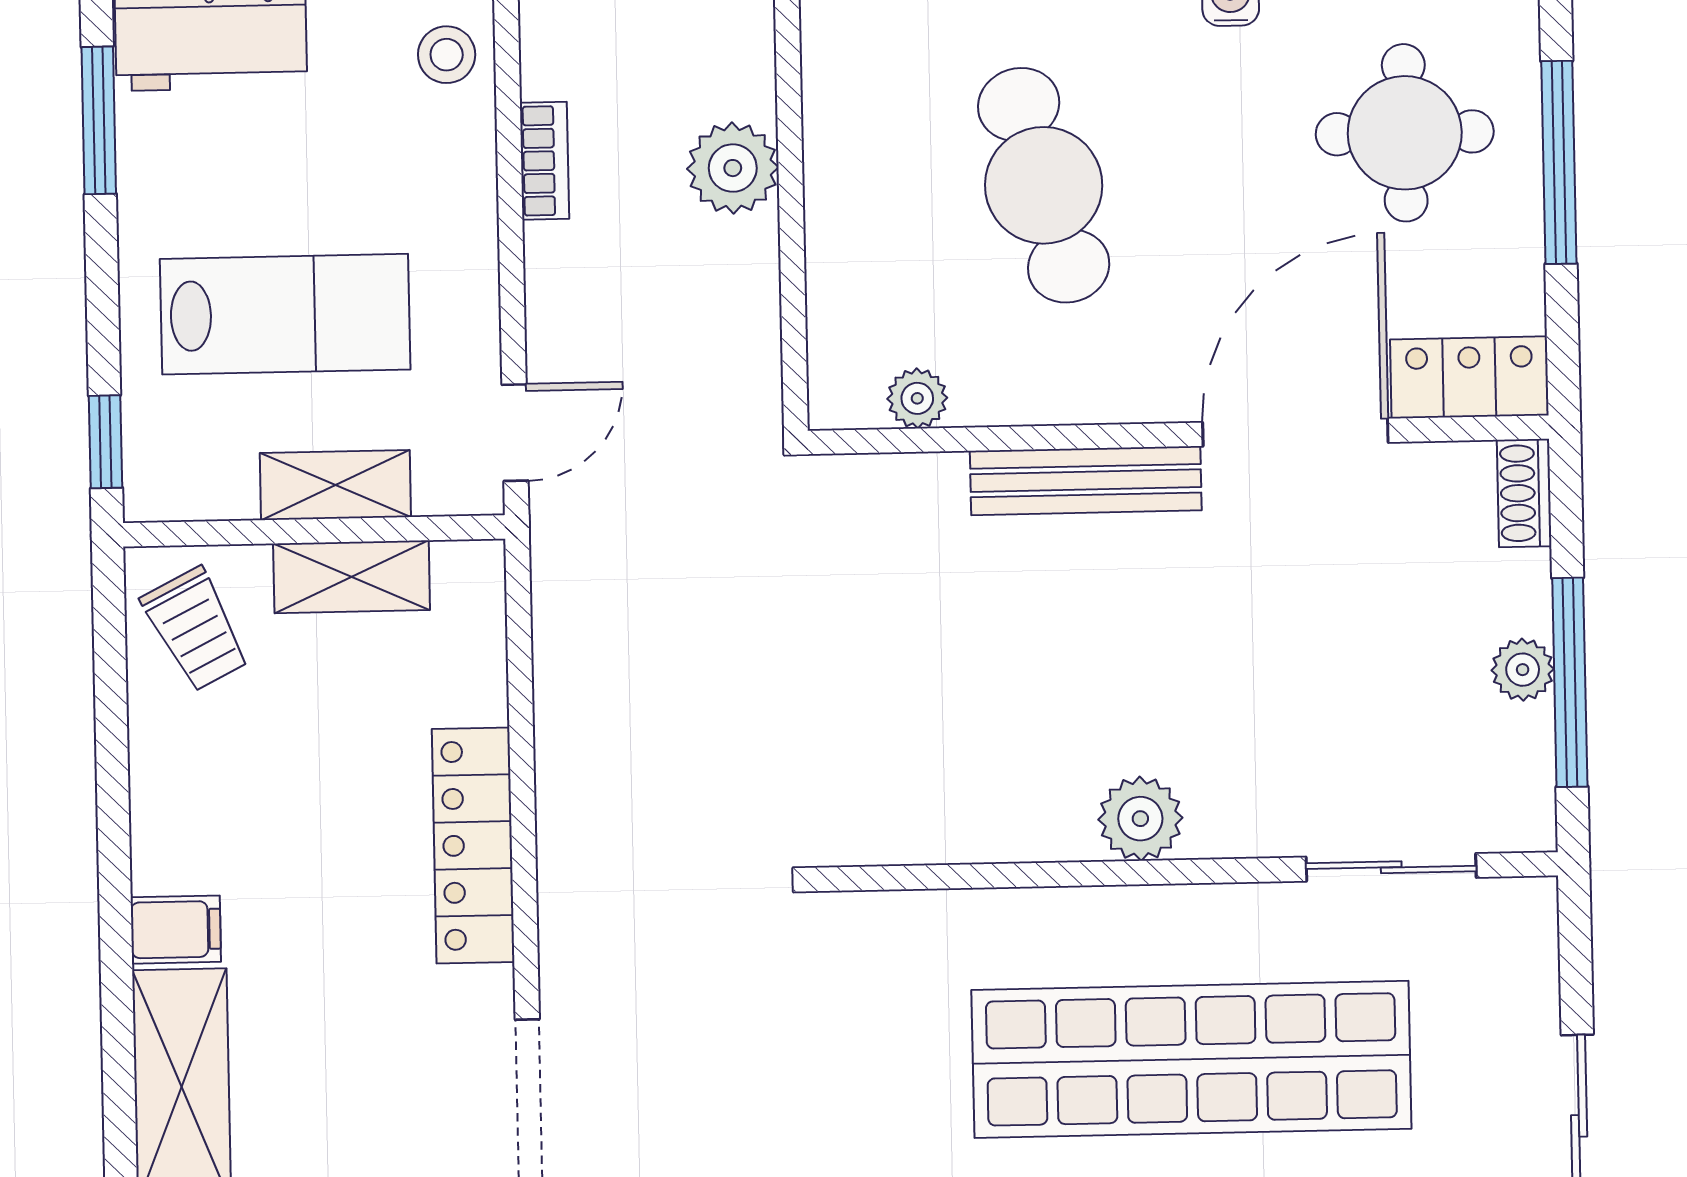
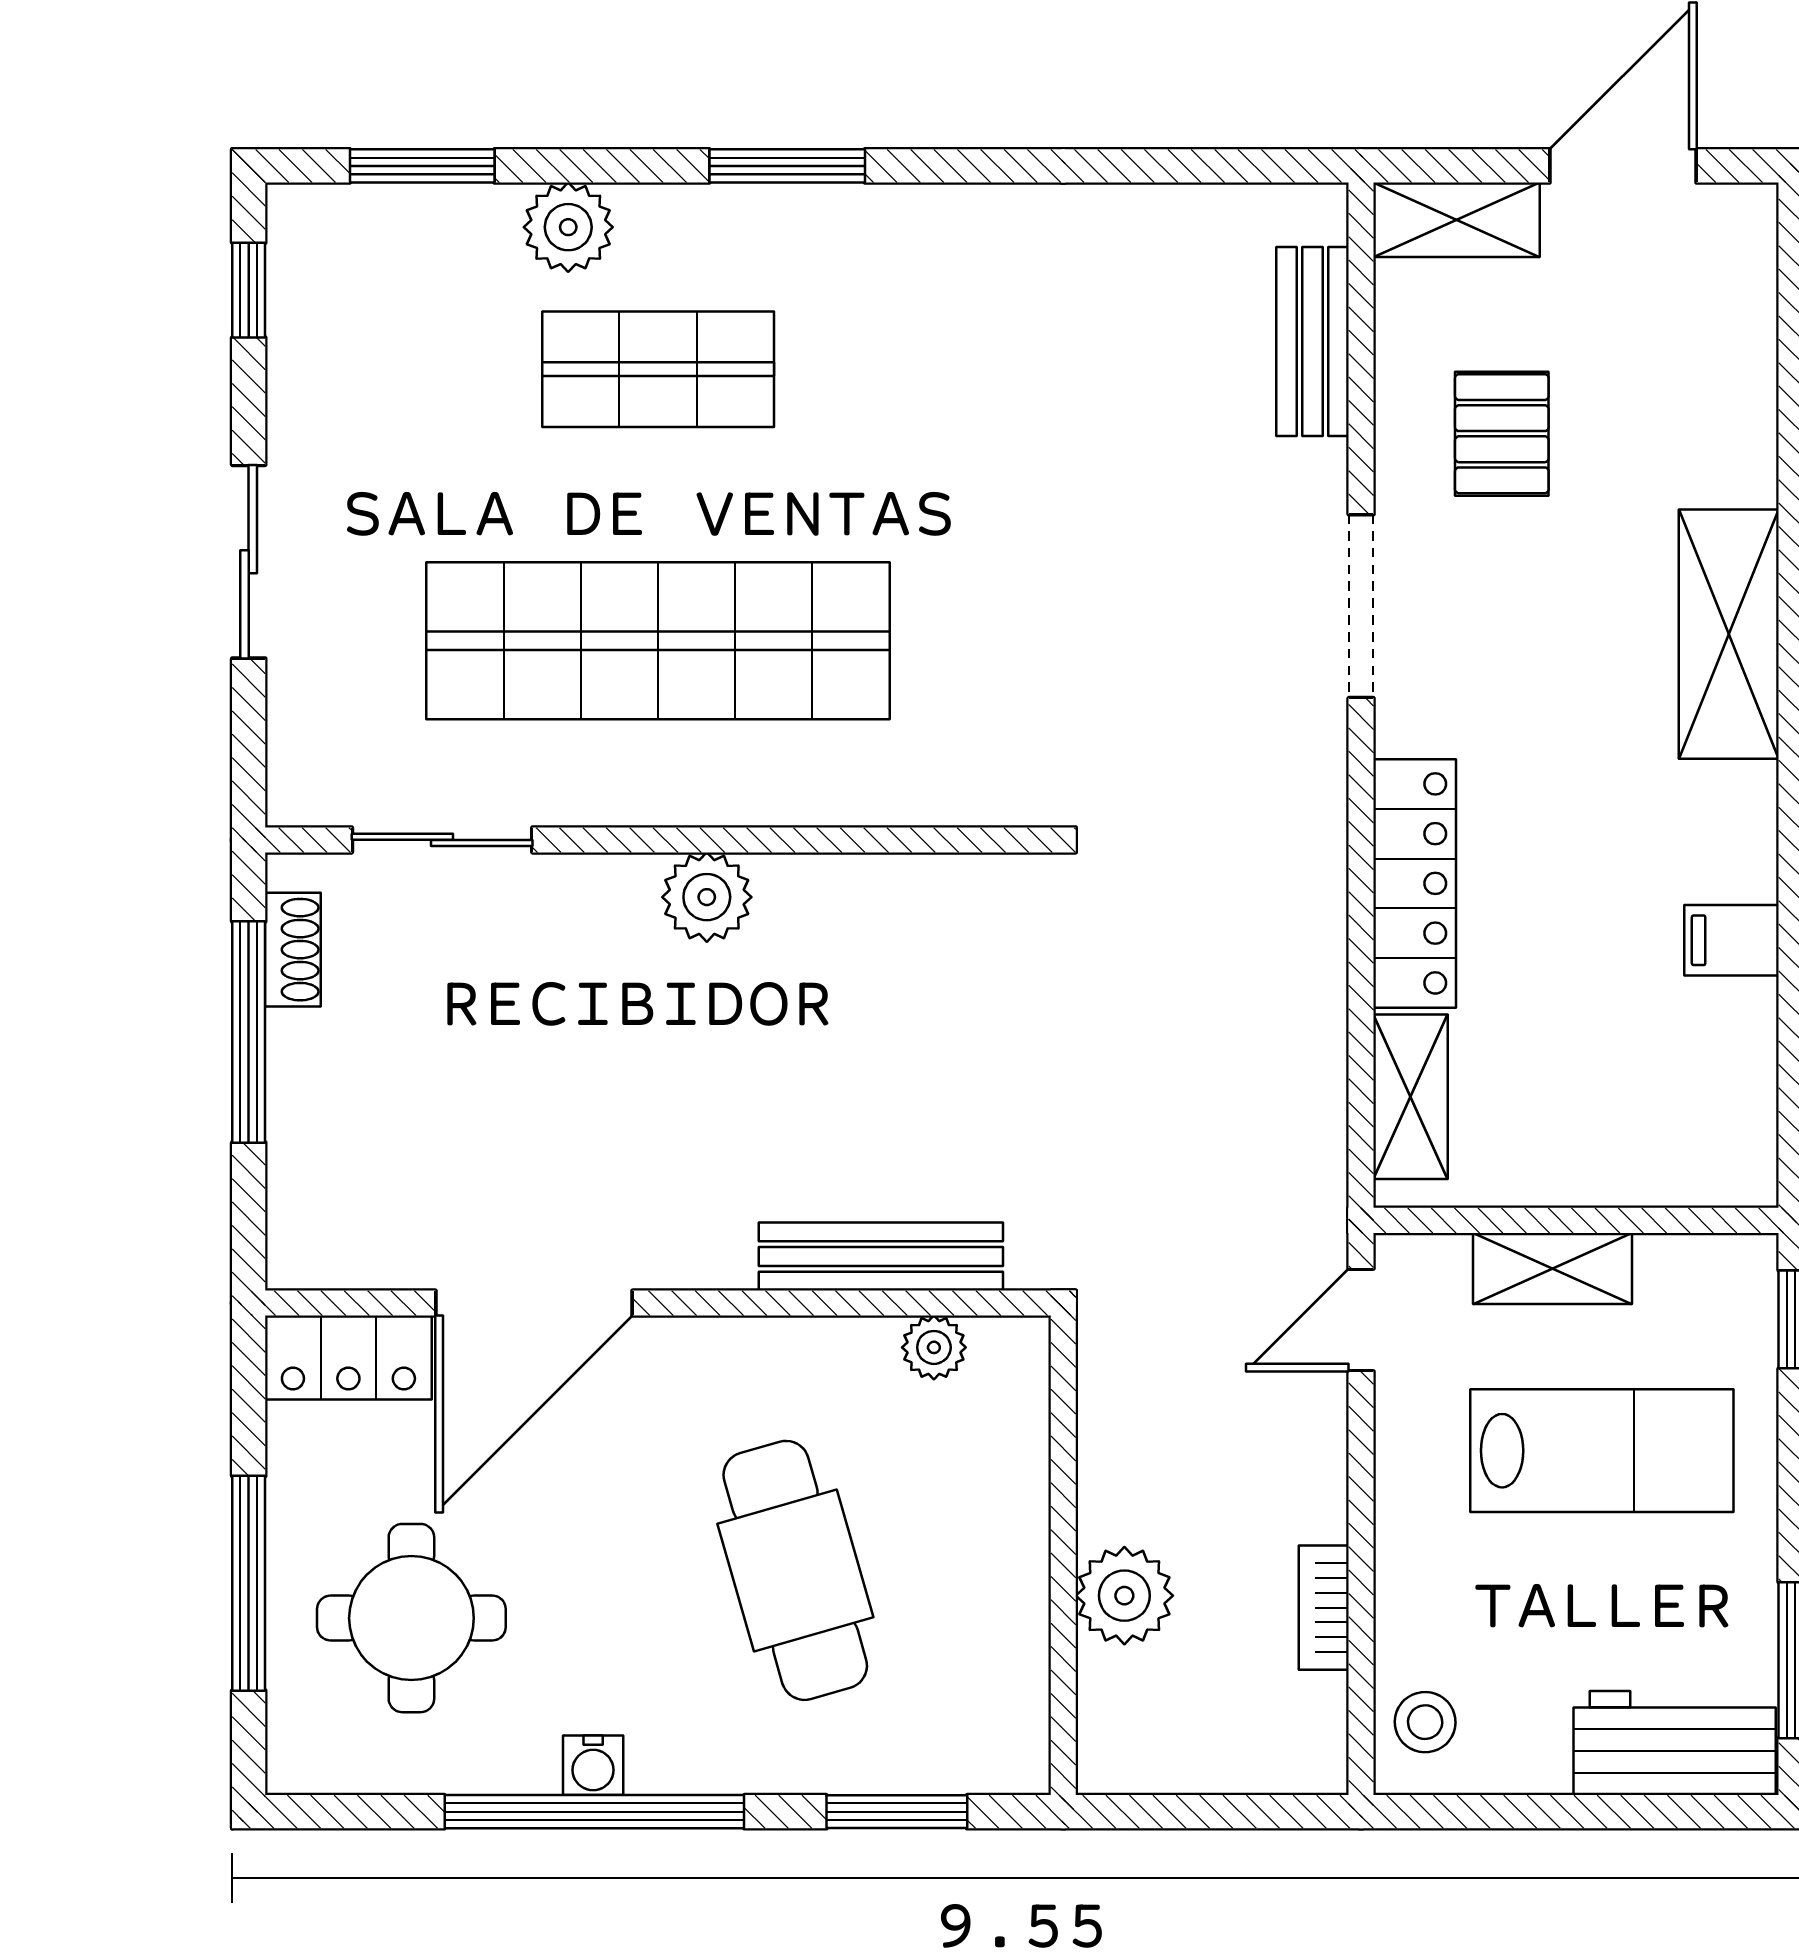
lab bench: (285, 314) -> (1602, 1451), turned 180
bench: (1086, 481) -> (881, 1256), moved
shoe rack: (1524, 493) -> (293, 950), moved
shelving: (352, 577) -> (1410, 1097), moved, turned 90
trolley: (196, 629) -> (1704, 1119), removed
plant: (1523, 670) -> (298, 1046), removed
filing cabinet: (176, 930) -> (1732, 940), moved

